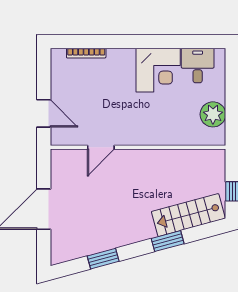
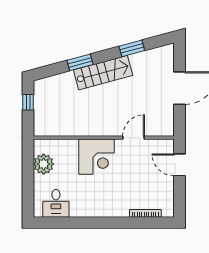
corner desk: (158, 70) -> (96, 157), moved, turned 180
stairs: (188, 215) -> (103, 73), moved

